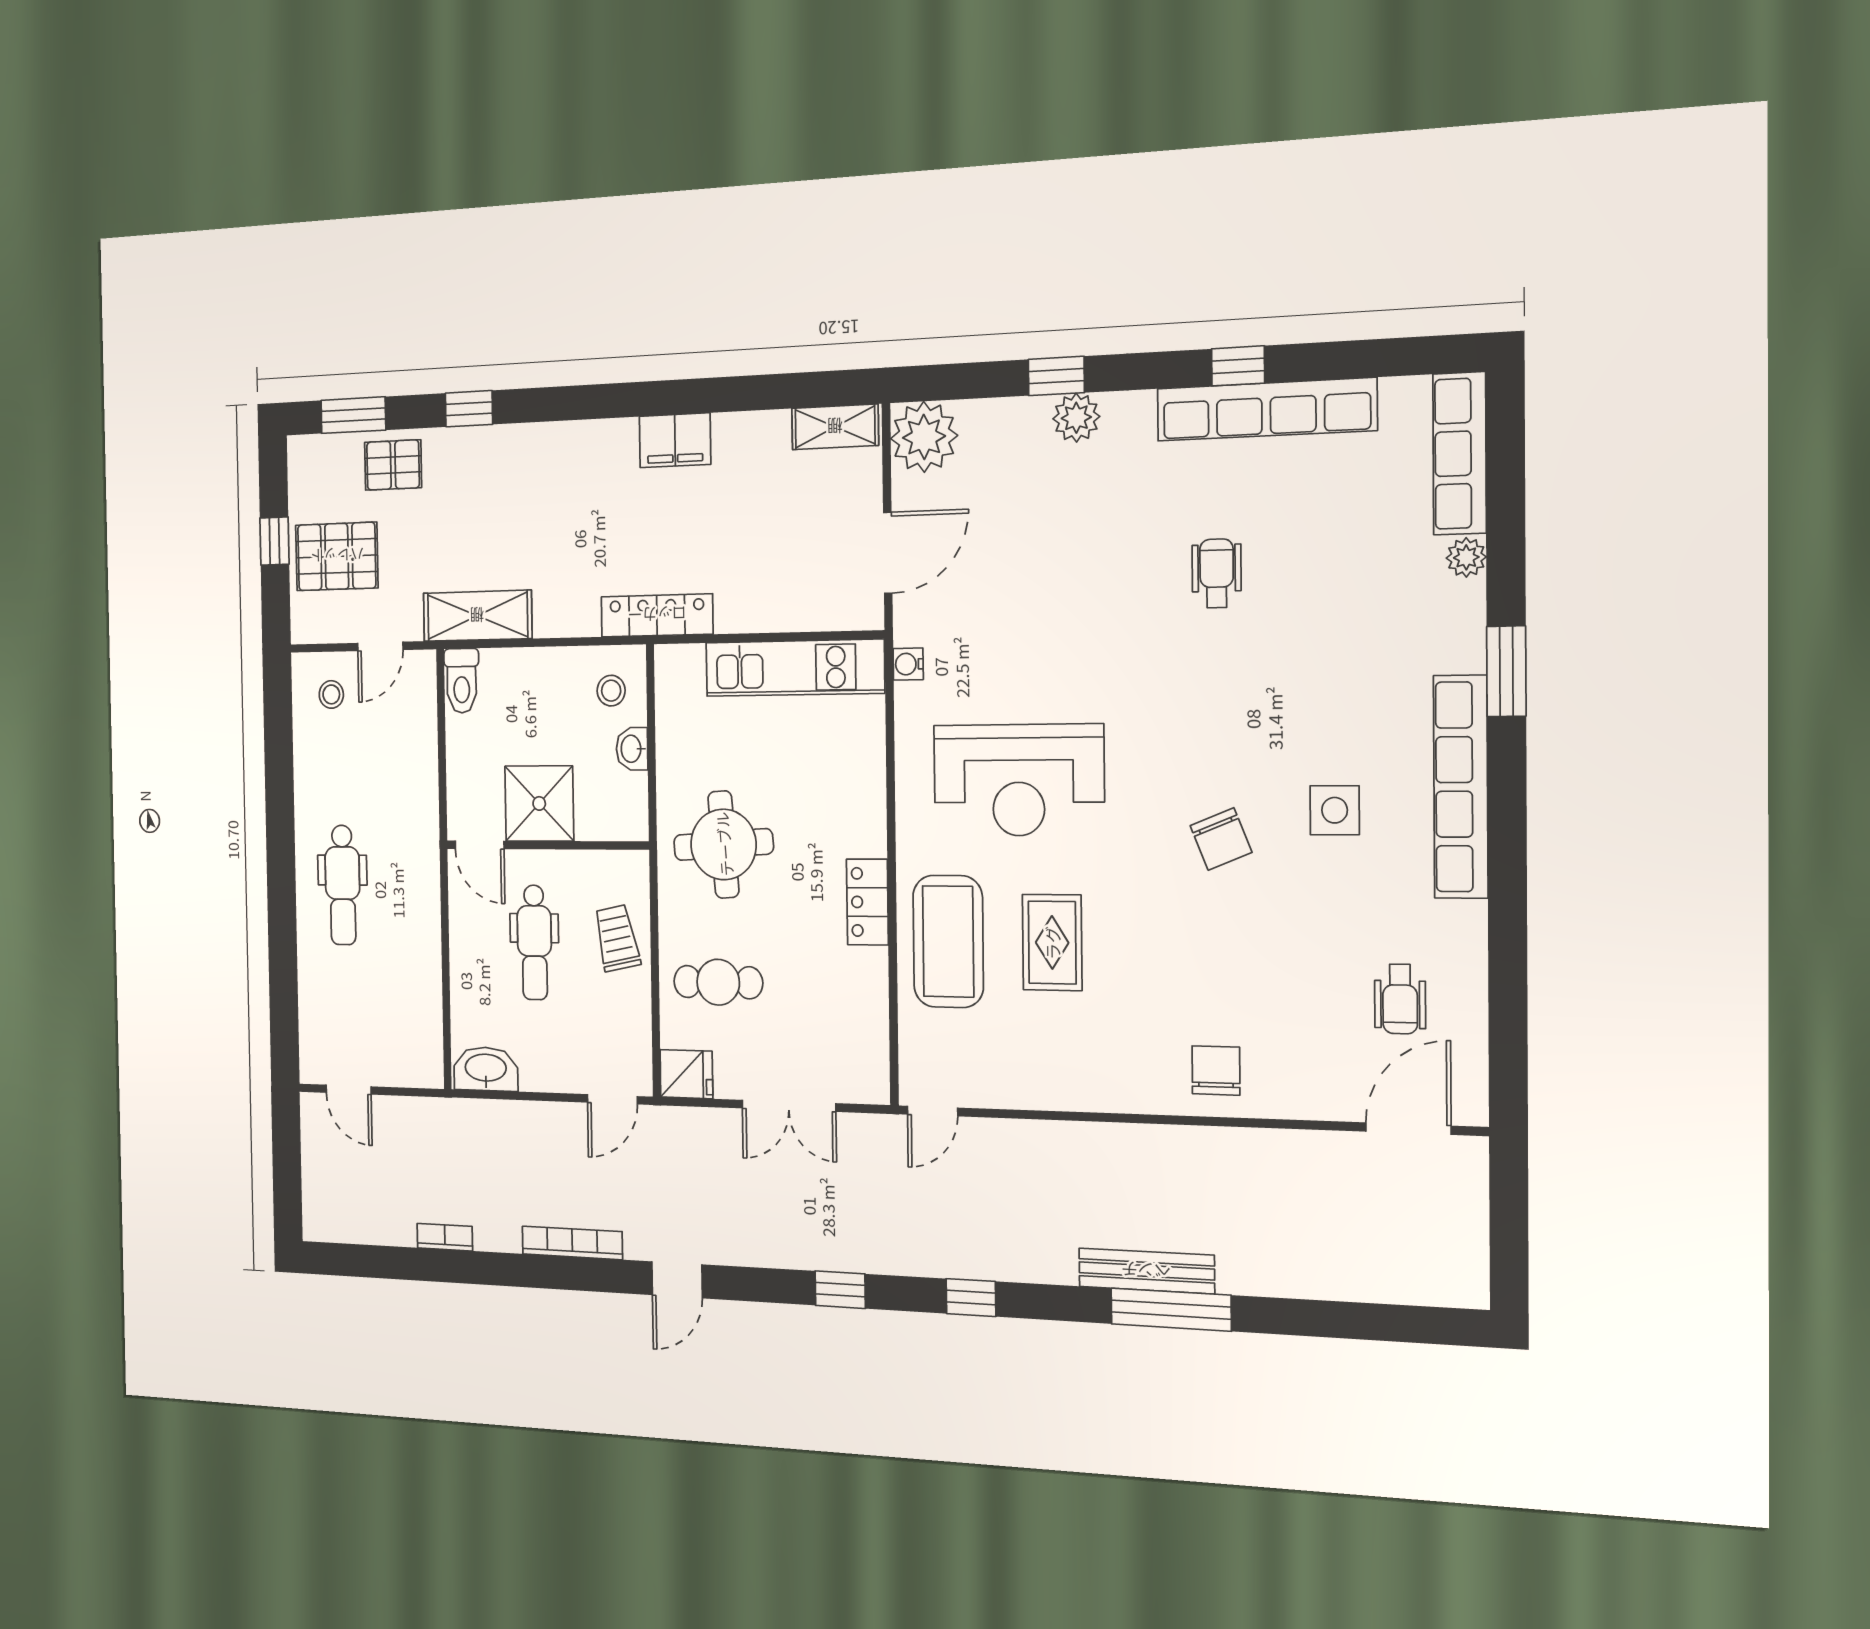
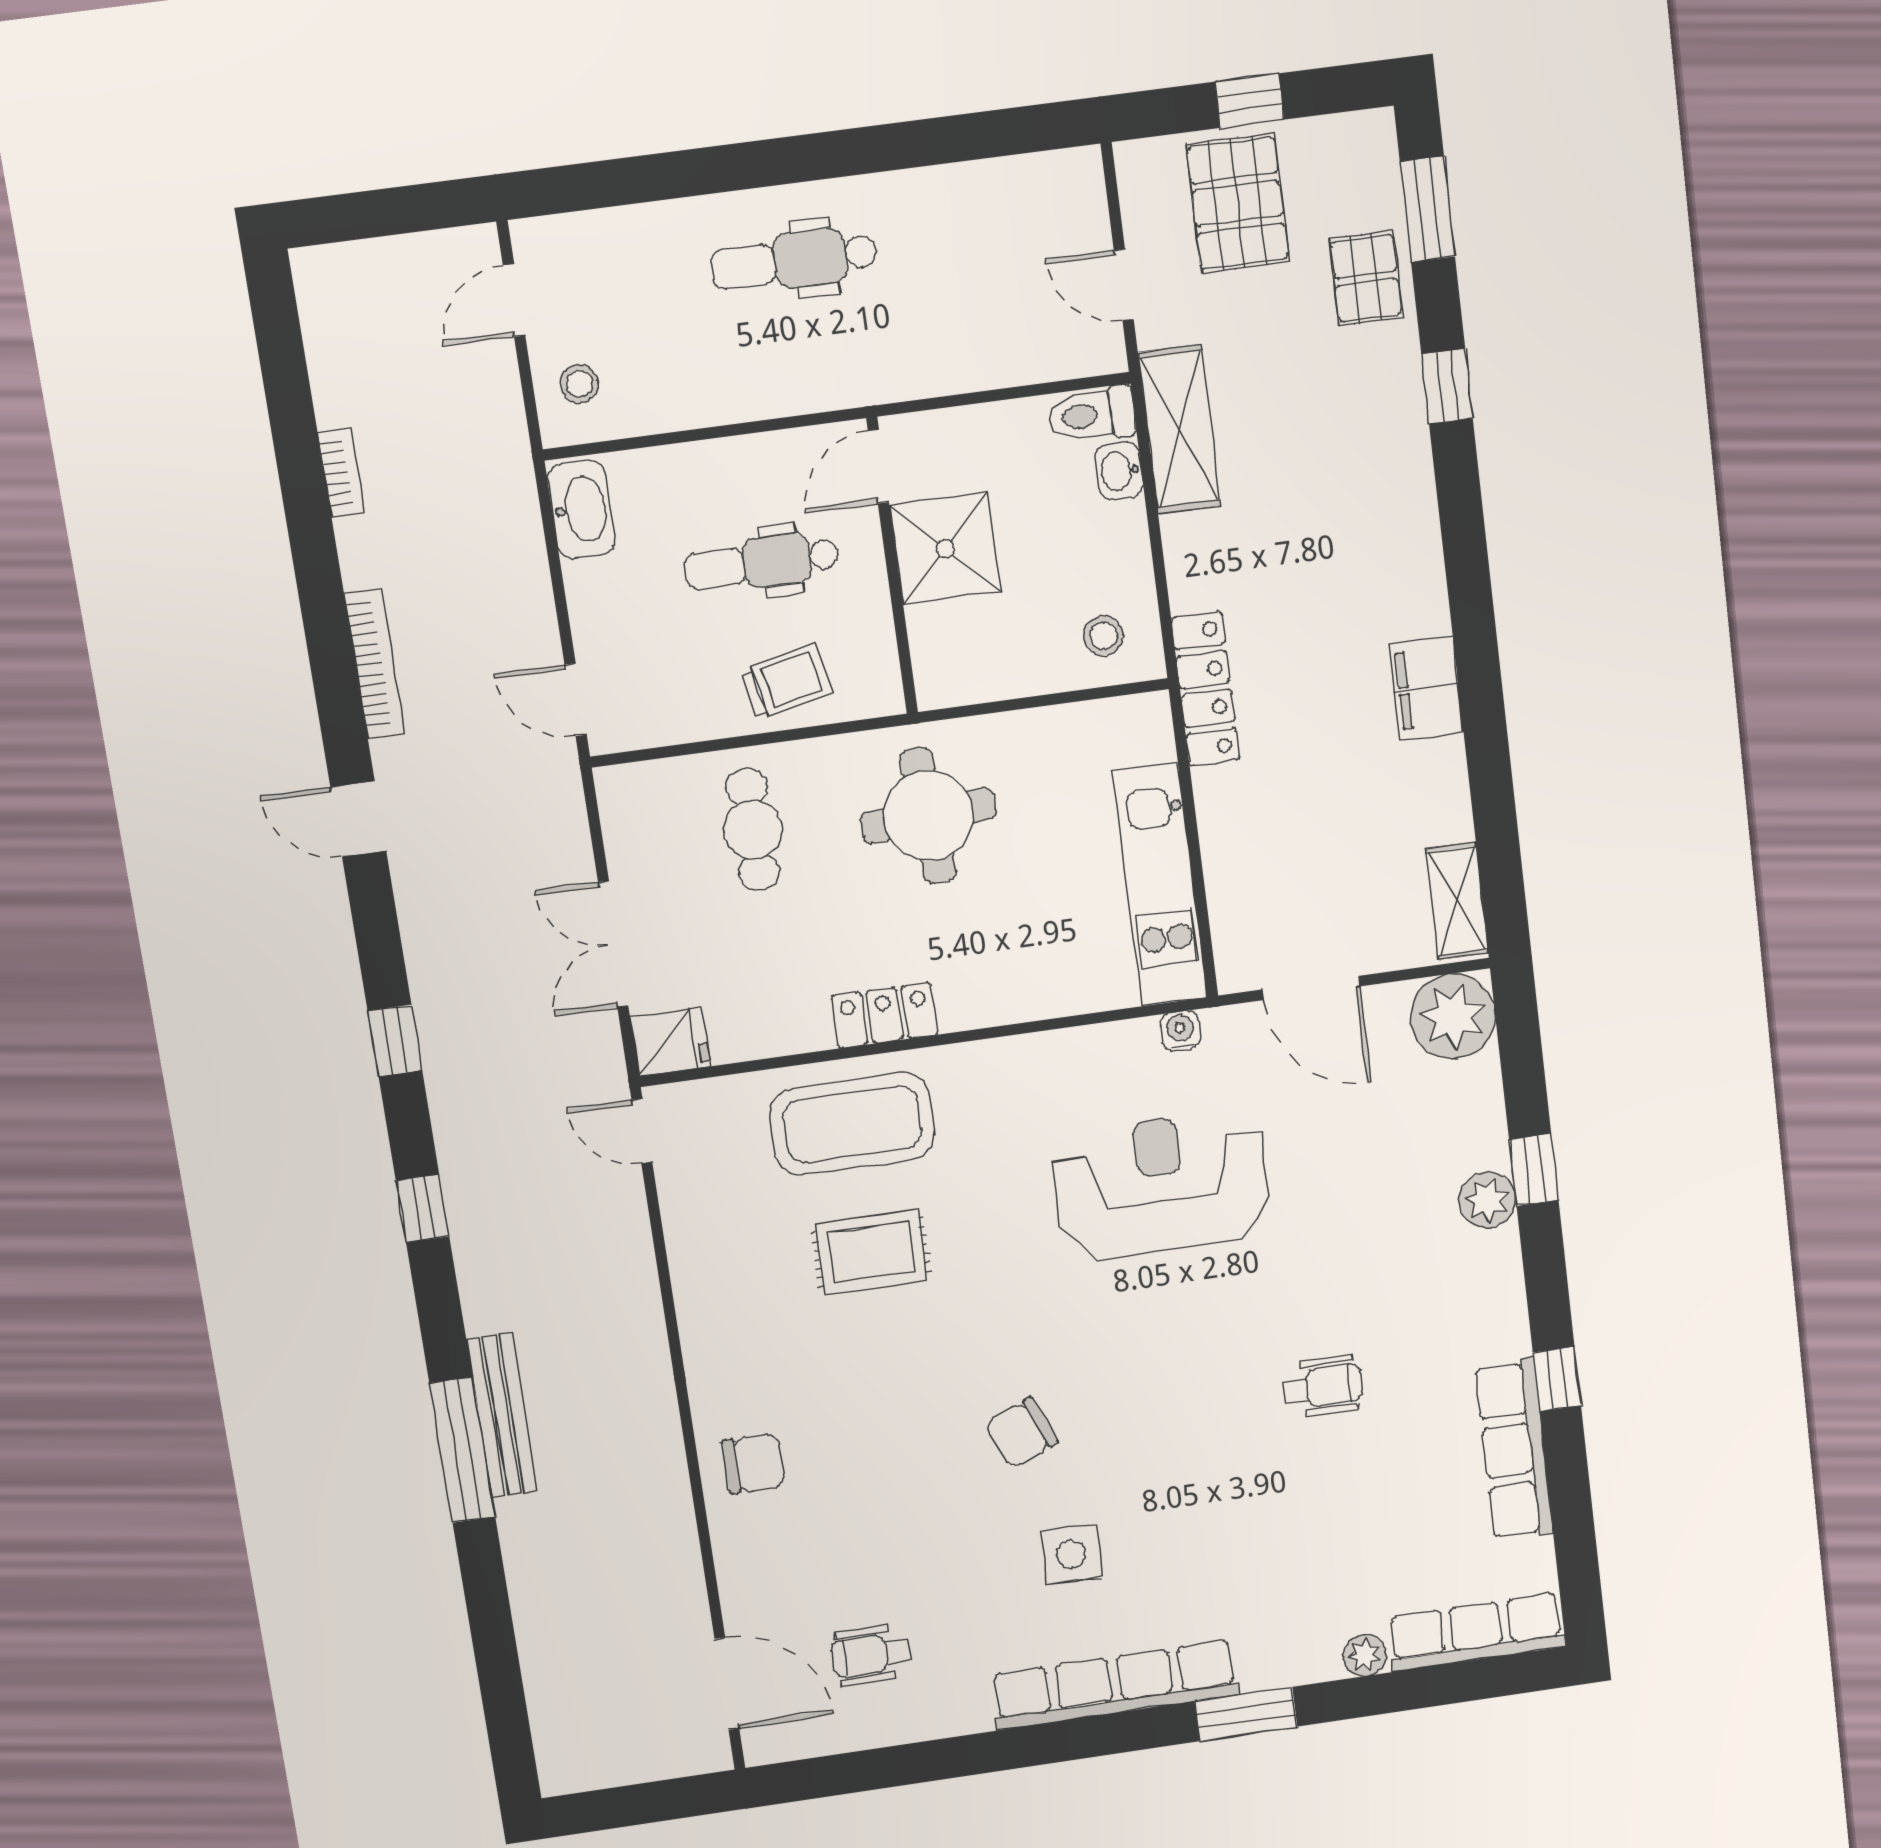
row of seats: (1266, 409) -> (1514, 1450), width x0.73
stool: (331, 694) -> (579, 384), moved
washbasin: (632, 749) -> (1119, 471), moved, turned -90
reception desk: (1019, 780) -> (1161, 1185), moved, turned 90
fridge: (686, 1074) -> (670, 1042), moved, turned -90

